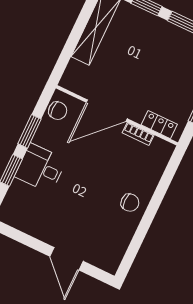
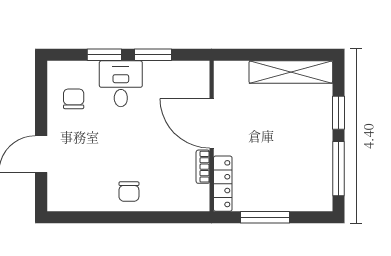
chair: (58, 111) -> (74, 99), moved, turned 180
locker: (159, 125) -> (223, 184), width x1.53

